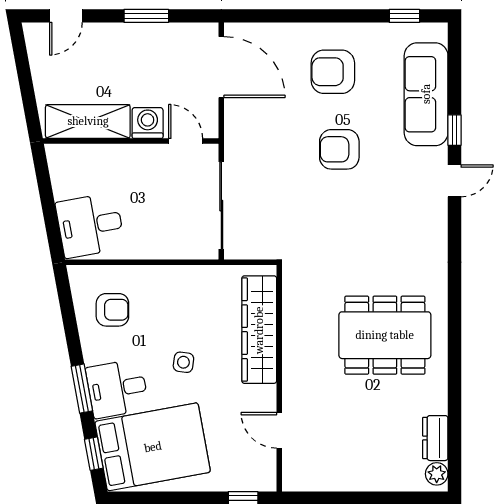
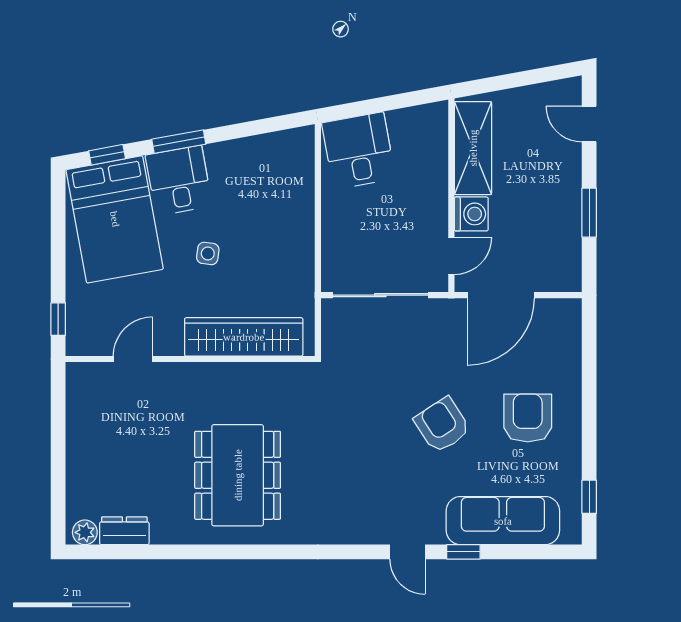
door: (221, 67) -> (501, 295), moved
armchair: (339, 149) -> (442, 425), turned -33
armchair: (112, 310) -> (266, 175), removed

